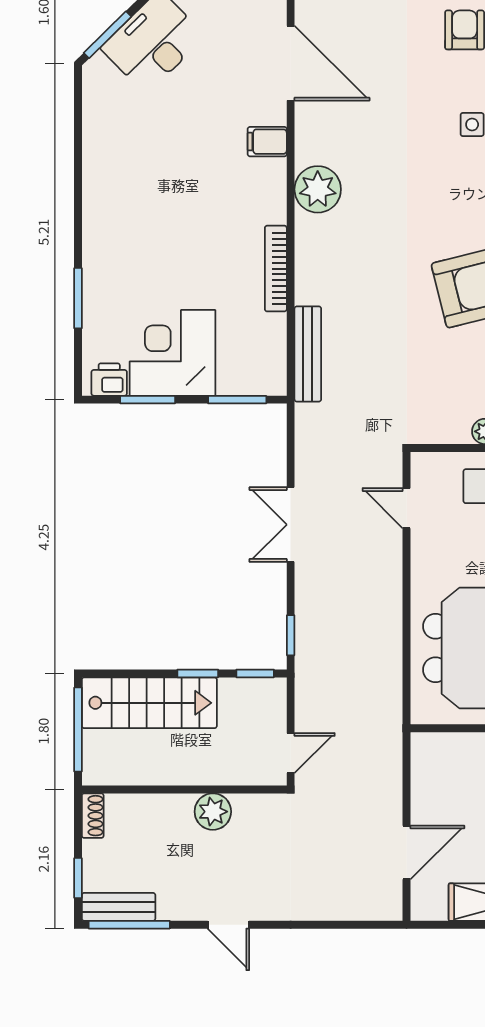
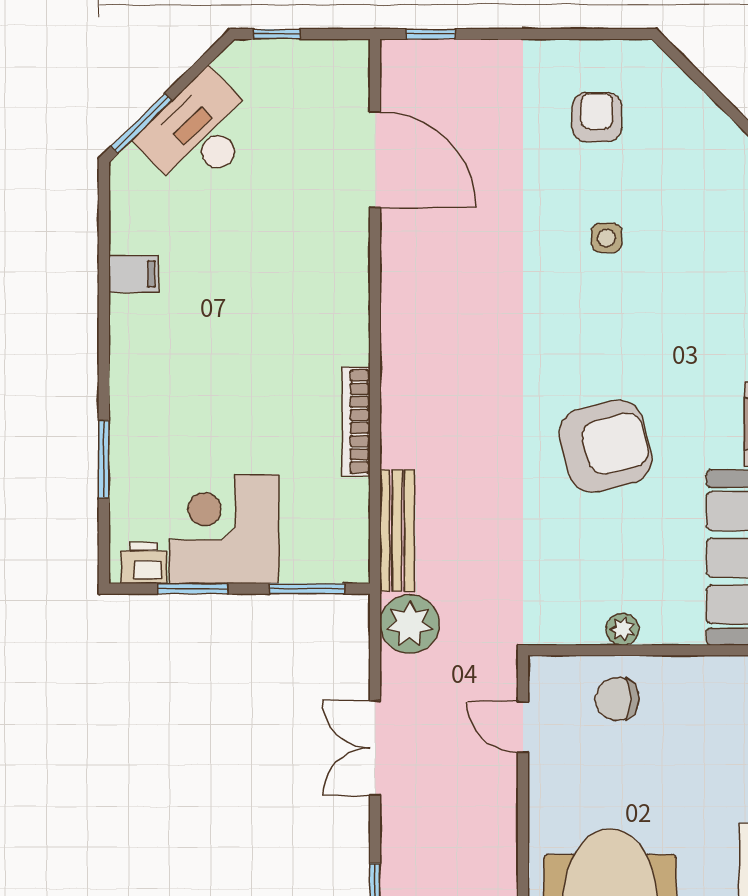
filing cabinet: (267, 142) -> (134, 274), moved, turned 180
plant: (318, 189) -> (410, 624), moved

